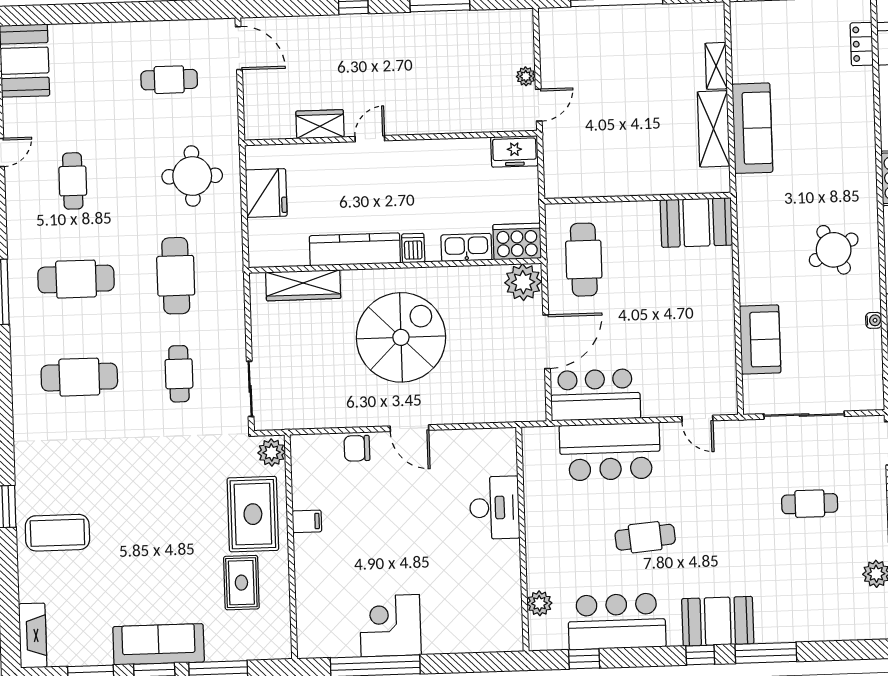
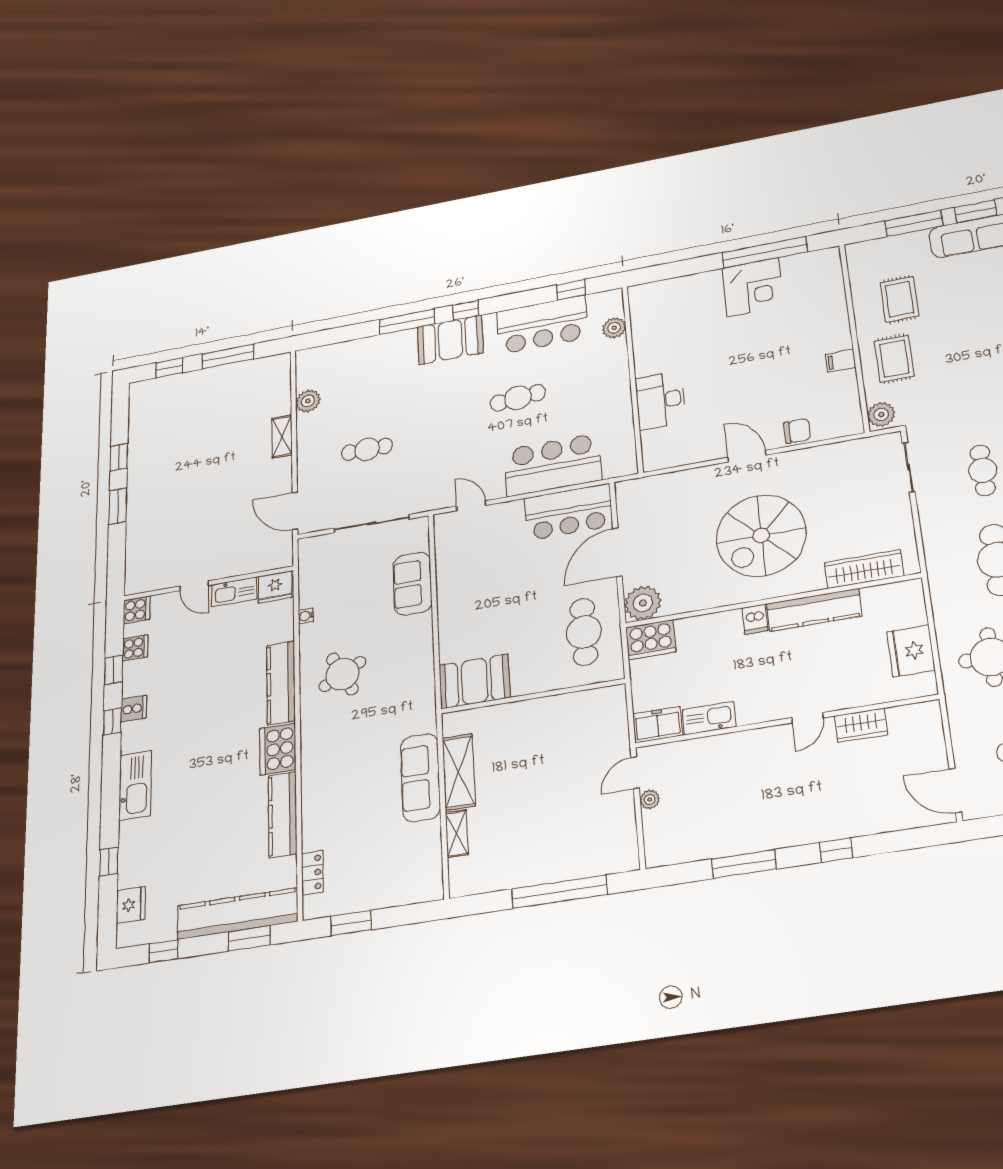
kitchen sink: (466, 247) -> (709, 718), moved, turned 180
rug: (253, 514) -> (894, 359), width x0.73, depth x0.70

